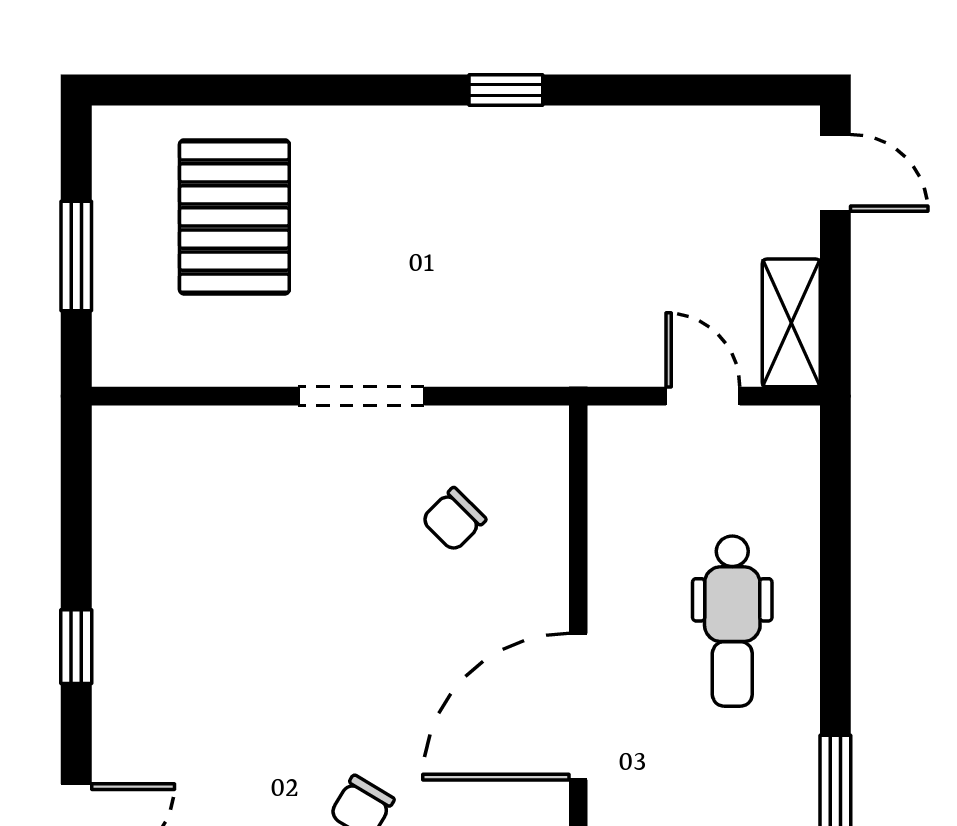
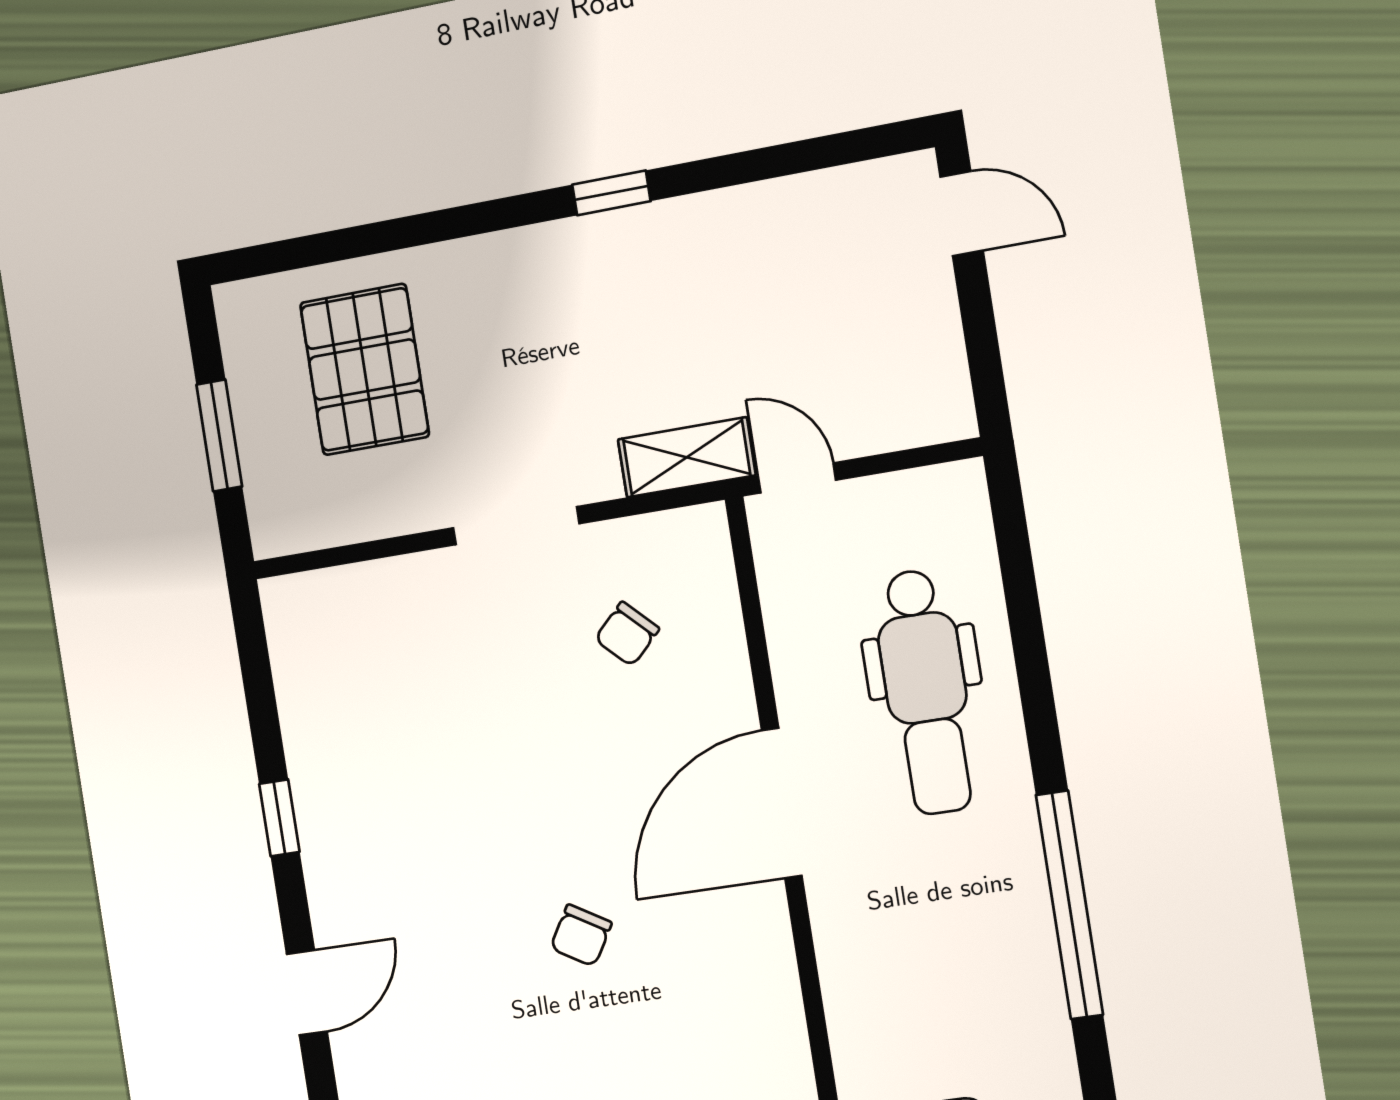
shelving: (791, 323) -> (687, 457), moved, turned 90
door: (703, 396) -> (797, 478), moved
dental chair: (732, 621) -> (926, 692), width x1.36, depth x1.38

